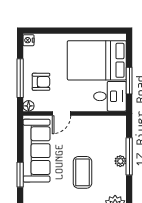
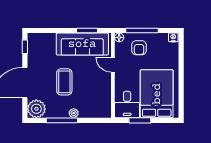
window: (129, 156) -> (62, 120), moved
coffee table: (82, 172) -> (64, 82), turned 90
window: (20, 175) -> (87, 31), moved

